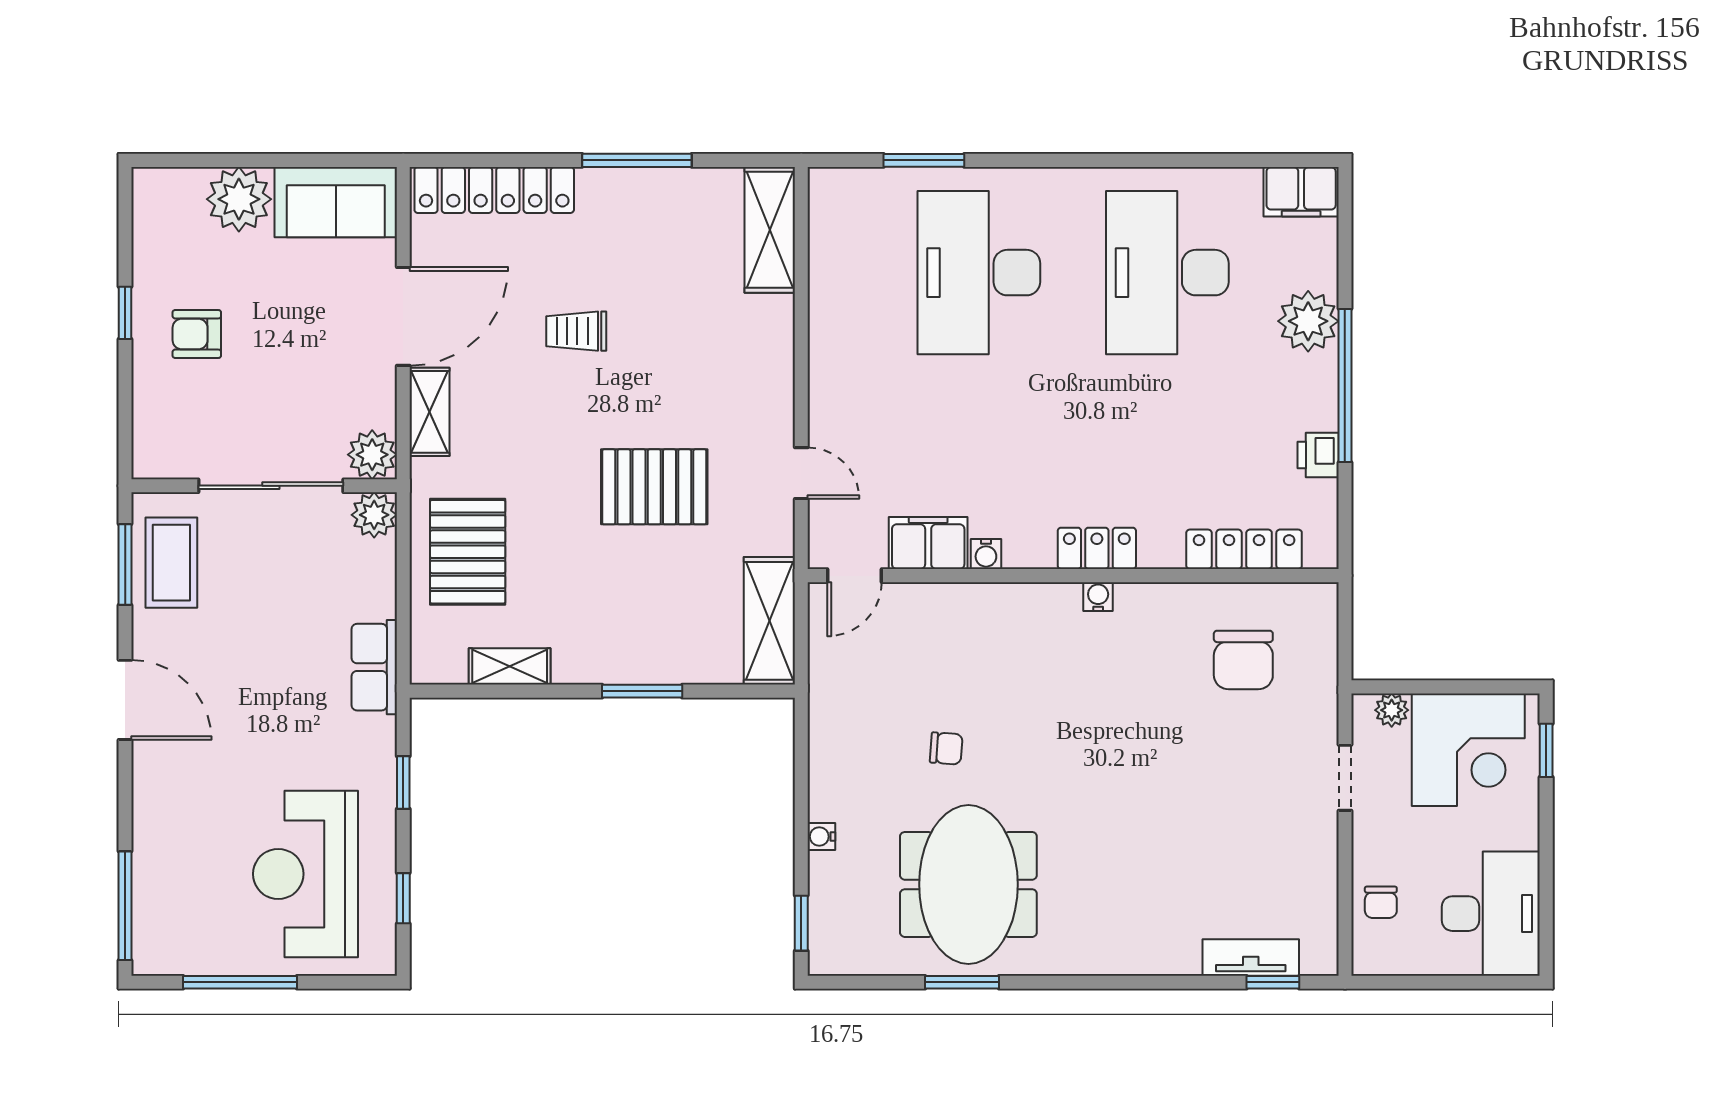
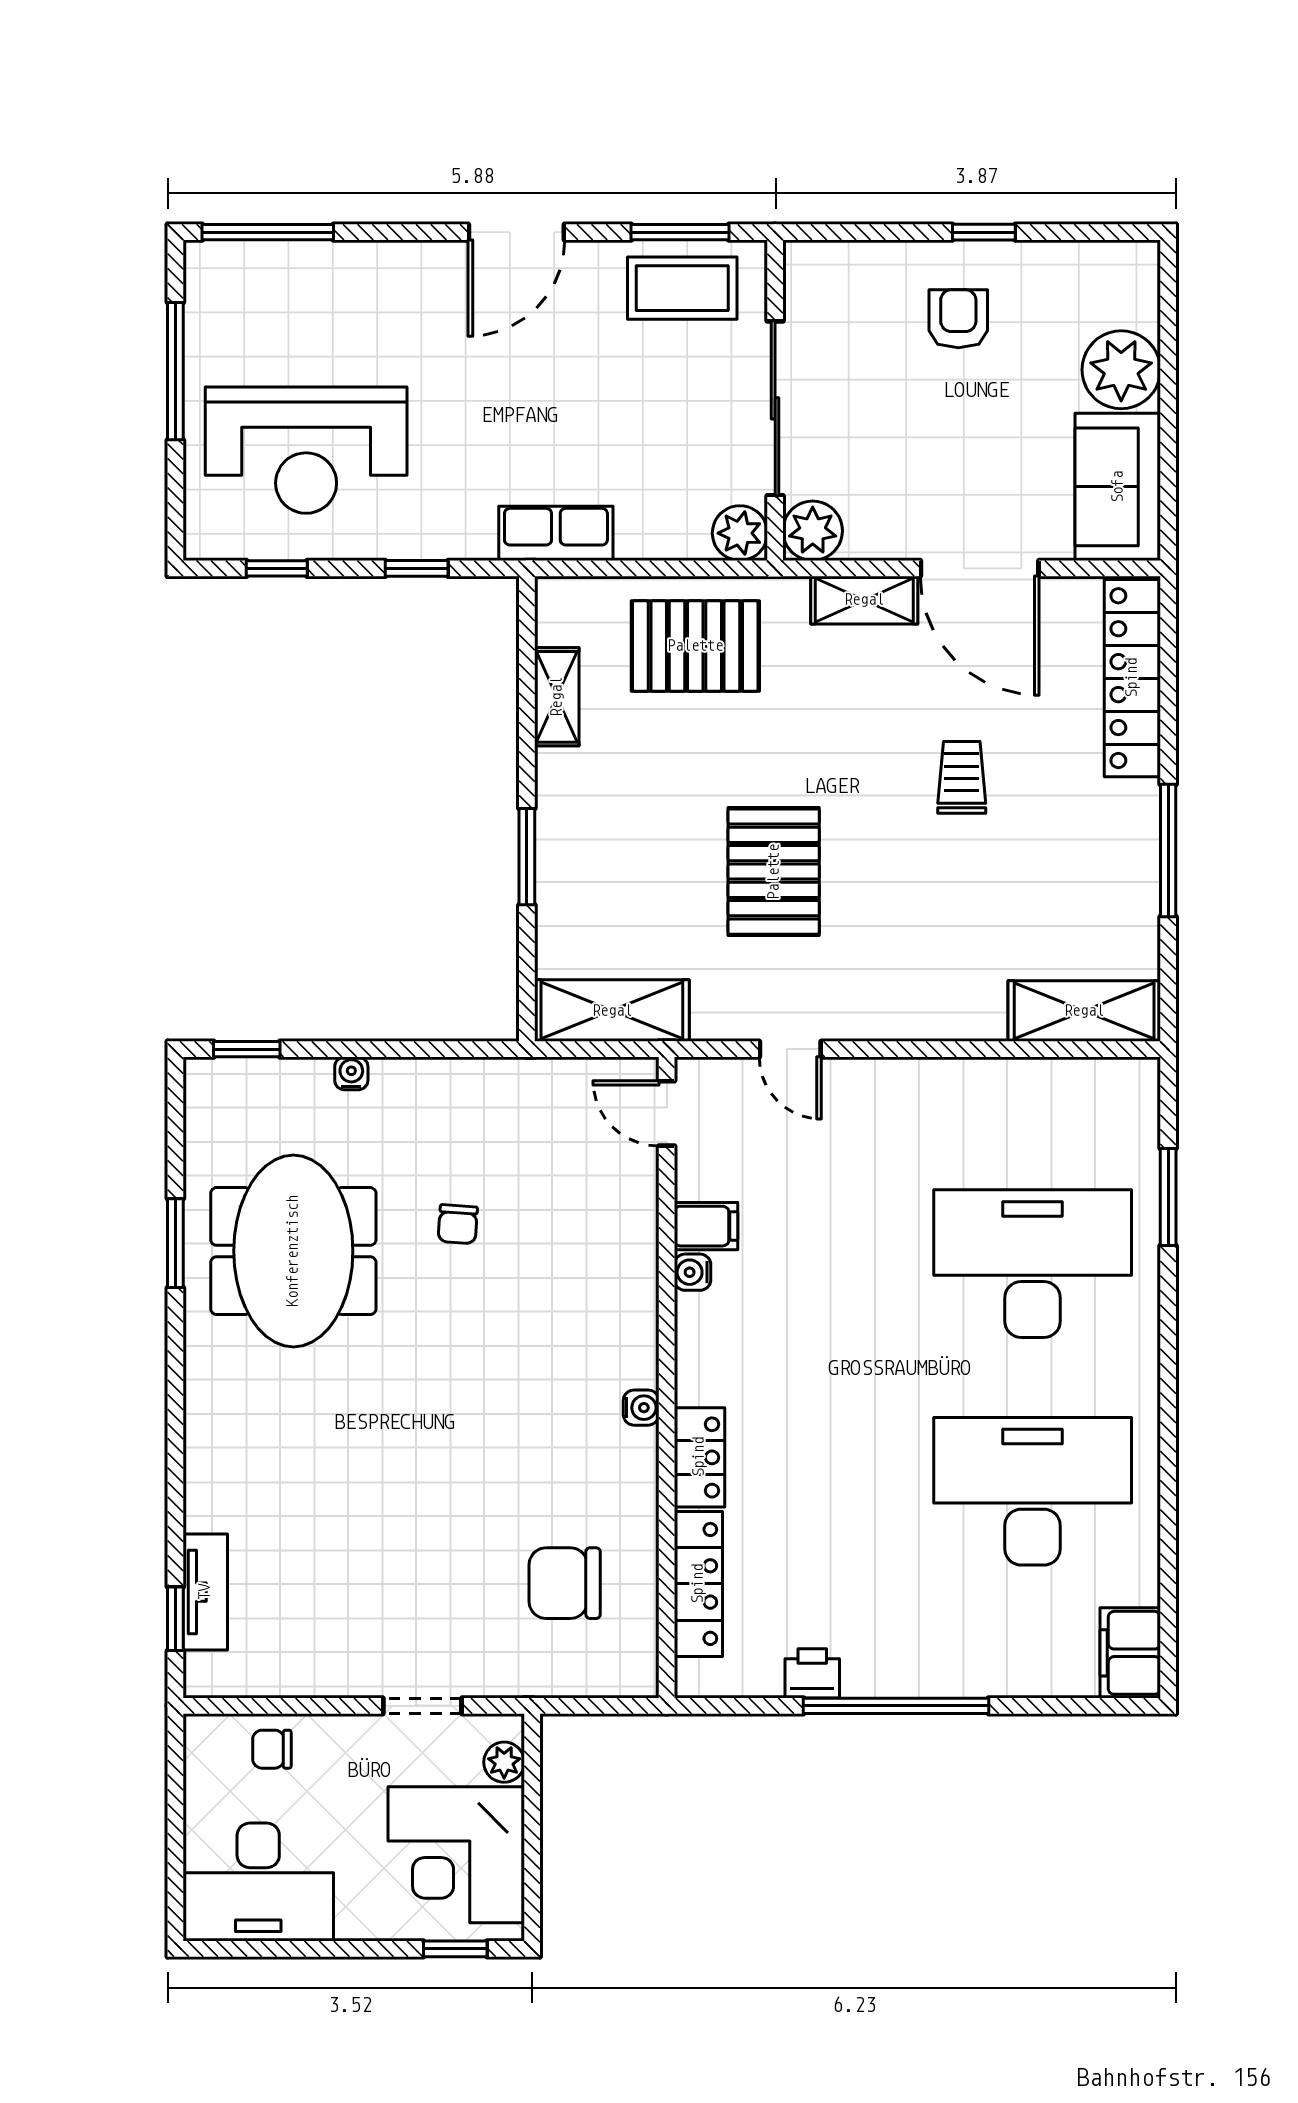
plant: (1308, 321) -> (974, 1661), removed
door: (801, 473) -> (790, 1049), hinge flipped
filing cabinet: (928, 543) -> (706, 1226), width x0.50
locker: (1097, 548) -> (699, 1457), moved
reception desk: (305, 874) -> (306, 450), turned 180
meeting table: (968, 884) -> (293, 1251), turned 90

